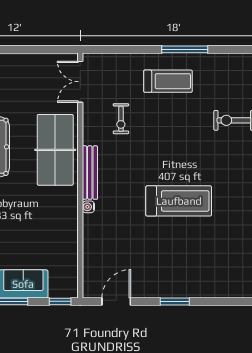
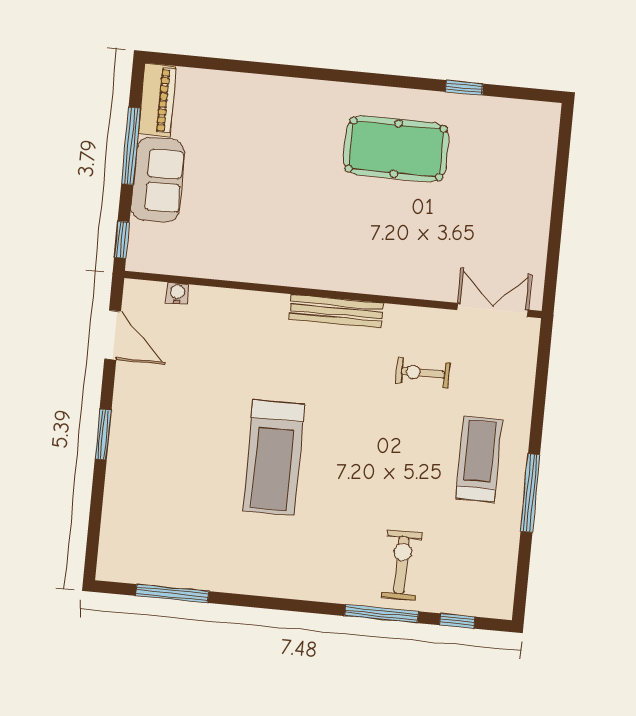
treadmill: (168, 81) -> (479, 459), turned 180
table tennis table: (55, 150) -> (381, 256), removed
water cooler: (88, 207) -> (177, 293), moved

